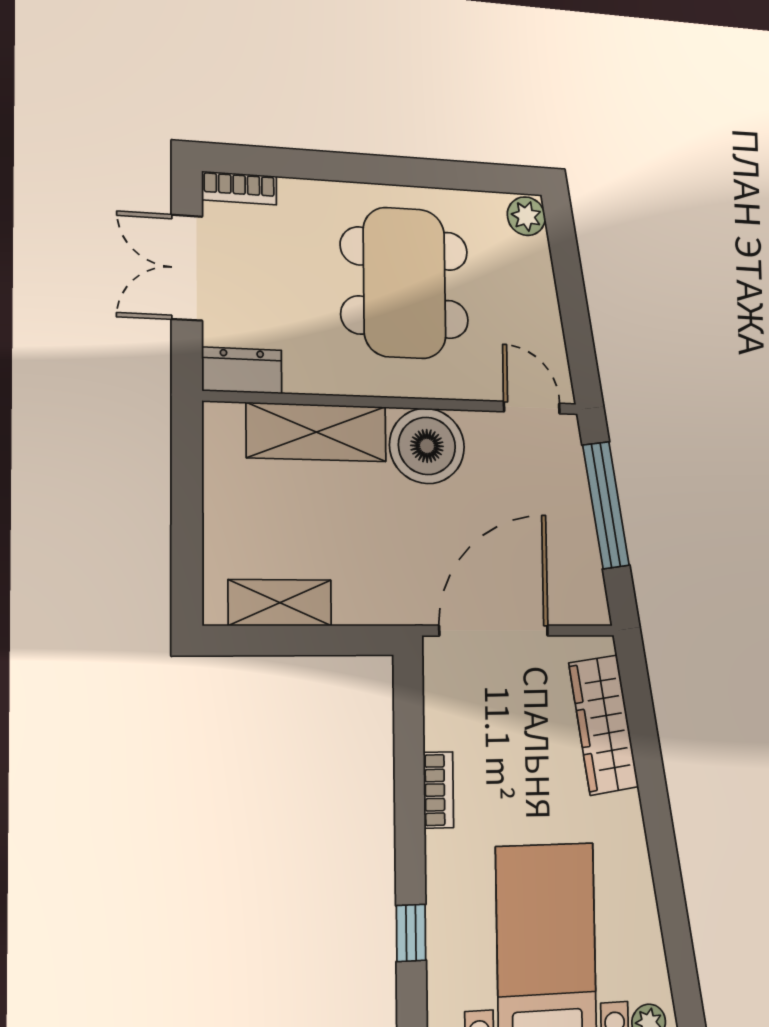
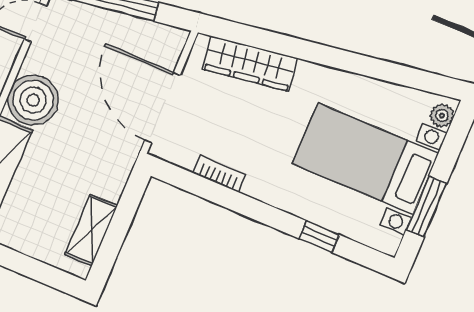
bookcase: (438, 790) -> (219, 174), moved

